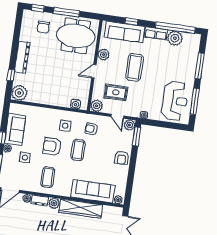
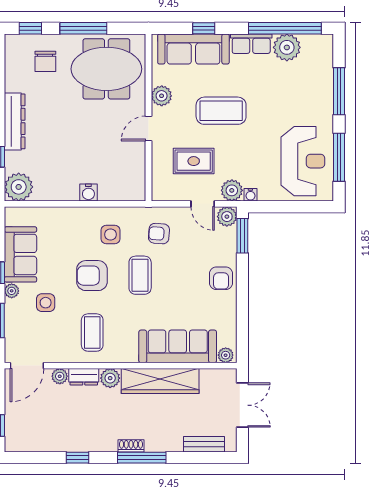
coffee table: (135, 67) -> (221, 111), turned 90
water cooler: (76, 104) -> (88, 193), moved
plant: (97, 106) -> (232, 190), moved

